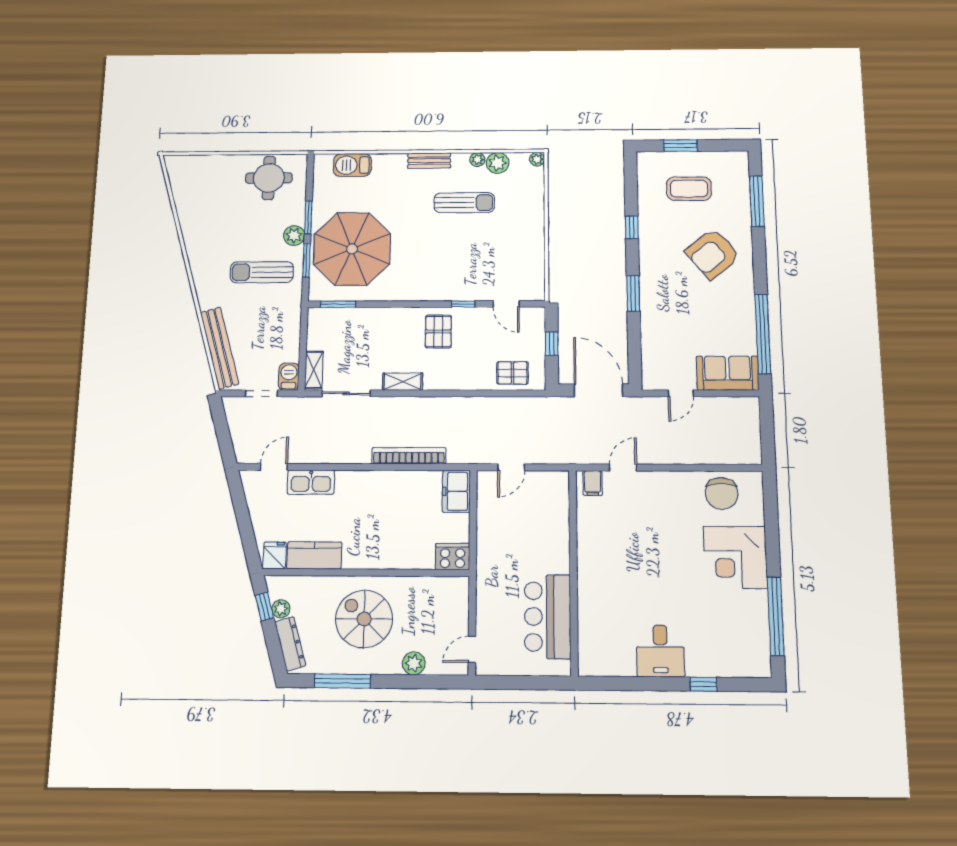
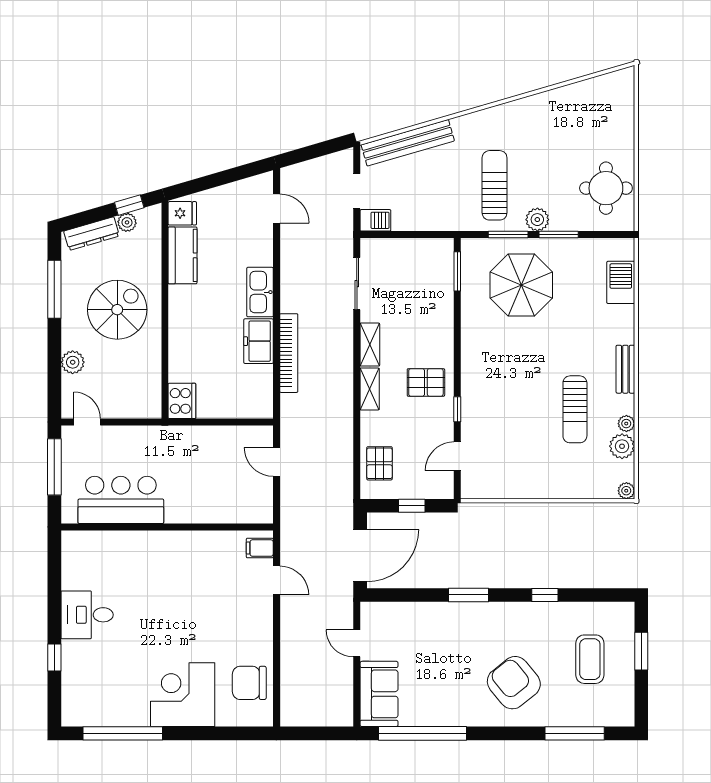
parasol: (352, 249) -> (521, 285), width x0.73, depth x0.73
shelving: (314, 370) -> (370, 389), moved, turned 90
kitchen sink: (311, 482) -> (260, 292), moved
freezer: (456, 491) -> (258, 341), moved, turned -90
window: (516, 683) -> (54, 467), added

